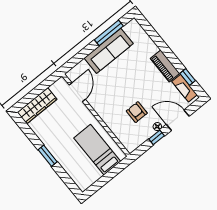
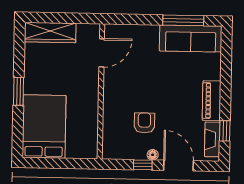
sofa: (109, 51) -> (191, 38), moved
bed: (97, 150) -> (44, 127), moved, width x1.50

